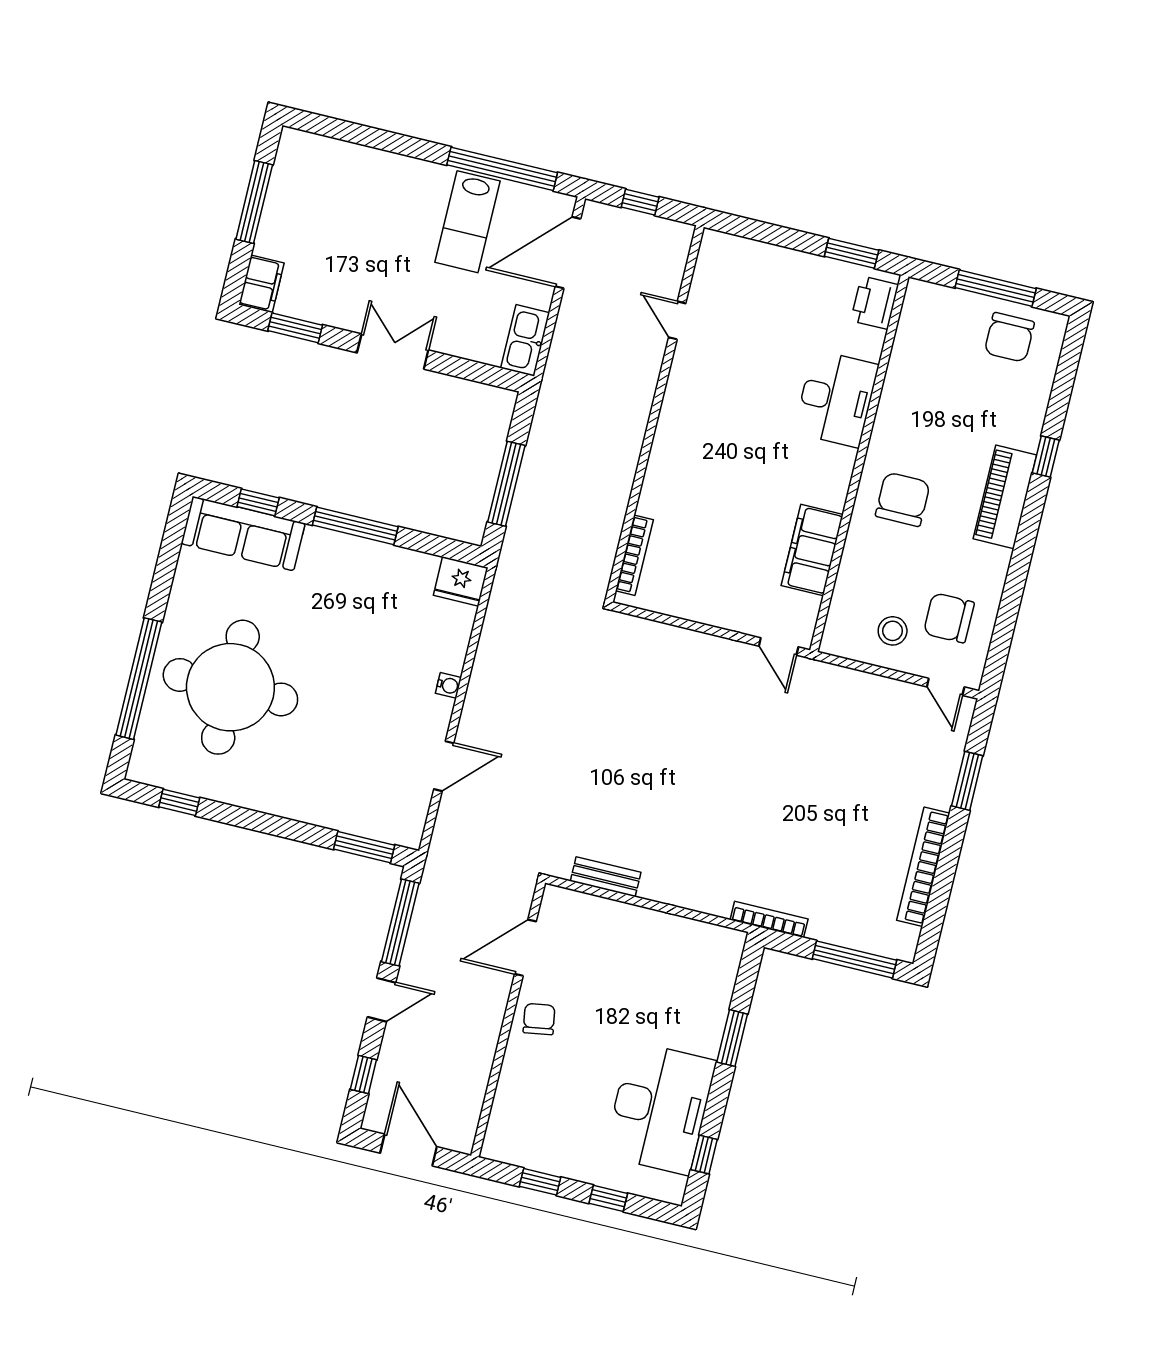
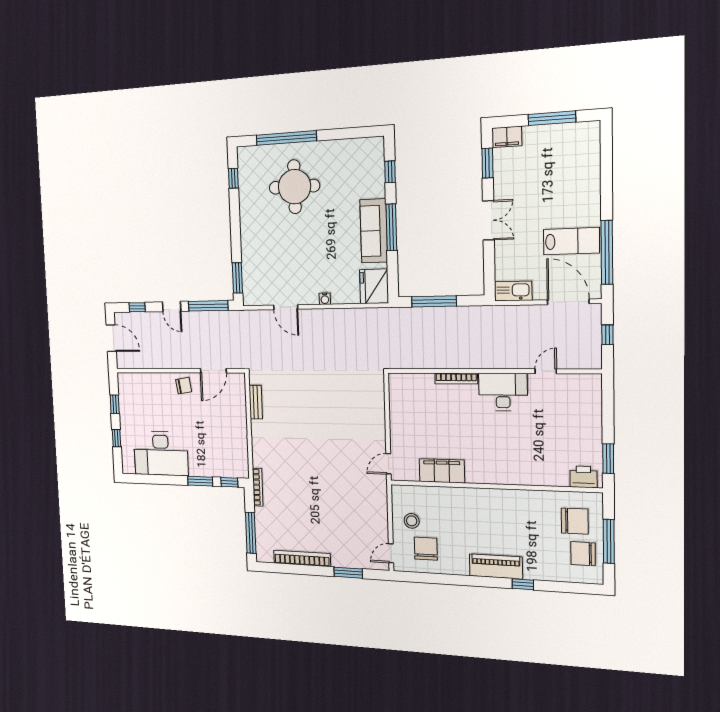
lab bench: (467, 222) -> (571, 241), turned 180
desk: (836, 399) -> (503, 392), moved, turned 180
chair: (903, 499) -> (575, 521), moved
sofa: (243, 533) -> (374, 231), moved
bookcase: (634, 555) -> (456, 379), moved
fridge: (461, 581) -> (374, 286), width x1.36, depth x1.34
round table: (230, 687) -> (294, 187), width x0.73, depth x0.73
door: (525, 948) -> (213, 371), swing flipped
door: (409, 1150) -> (111, 338), hinge flipped
window: (704, 1154) -> (229, 482), moved

